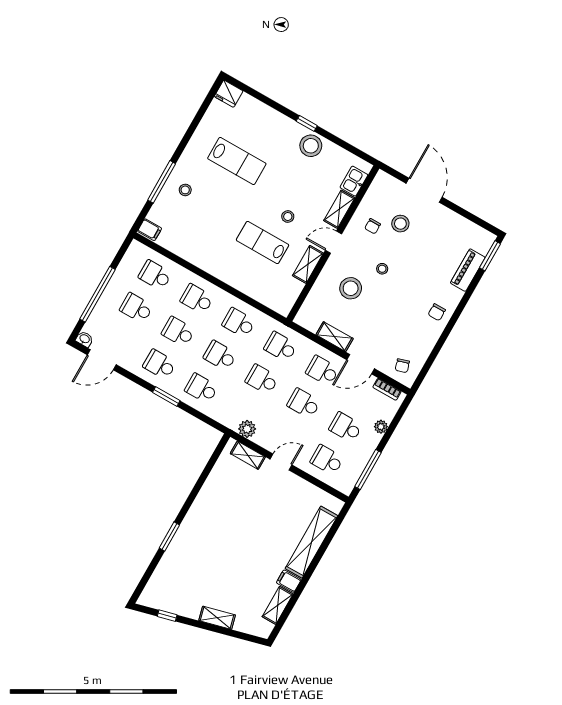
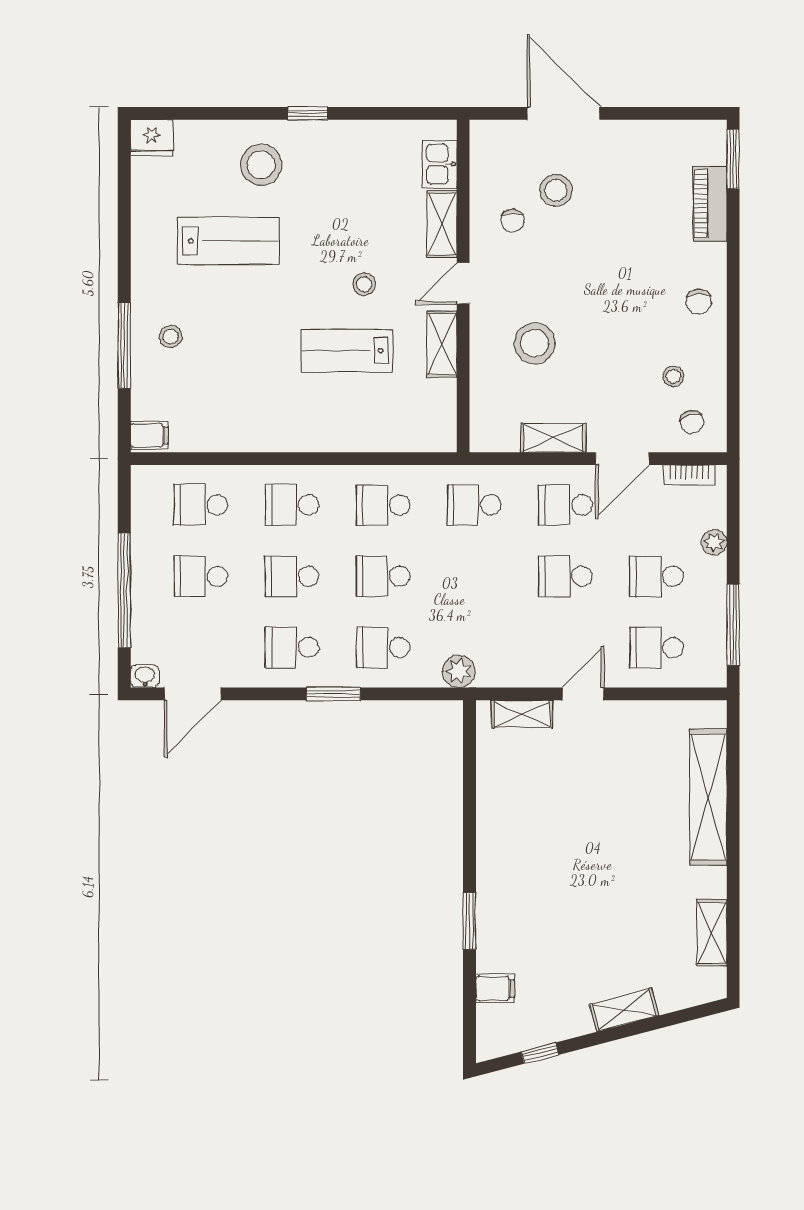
stool: (311, 146) -> (261, 165), moved
stool: (382, 269) -> (673, 376), moved
school desk: (262, 379) -> (474, 576), removed
plant: (247, 429) -> (459, 671), moved
filing cabinet: (289, 581) -> (495, 988), moved, turned 180

